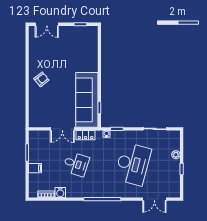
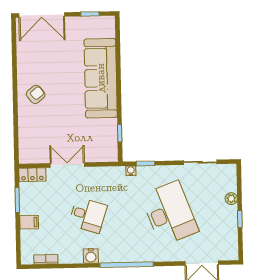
double door: (47, 24) -> (42, 15), width x1.37
sofa: (87, 100) -> (101, 78), moved
double door: (62, 129) -> (67, 165), swing flipped
locker: (85, 135) -> (32, 175), moved
desk: (133, 164) -> (170, 213), turned -36
water cooler: (60, 193) -> (91, 256), moved

